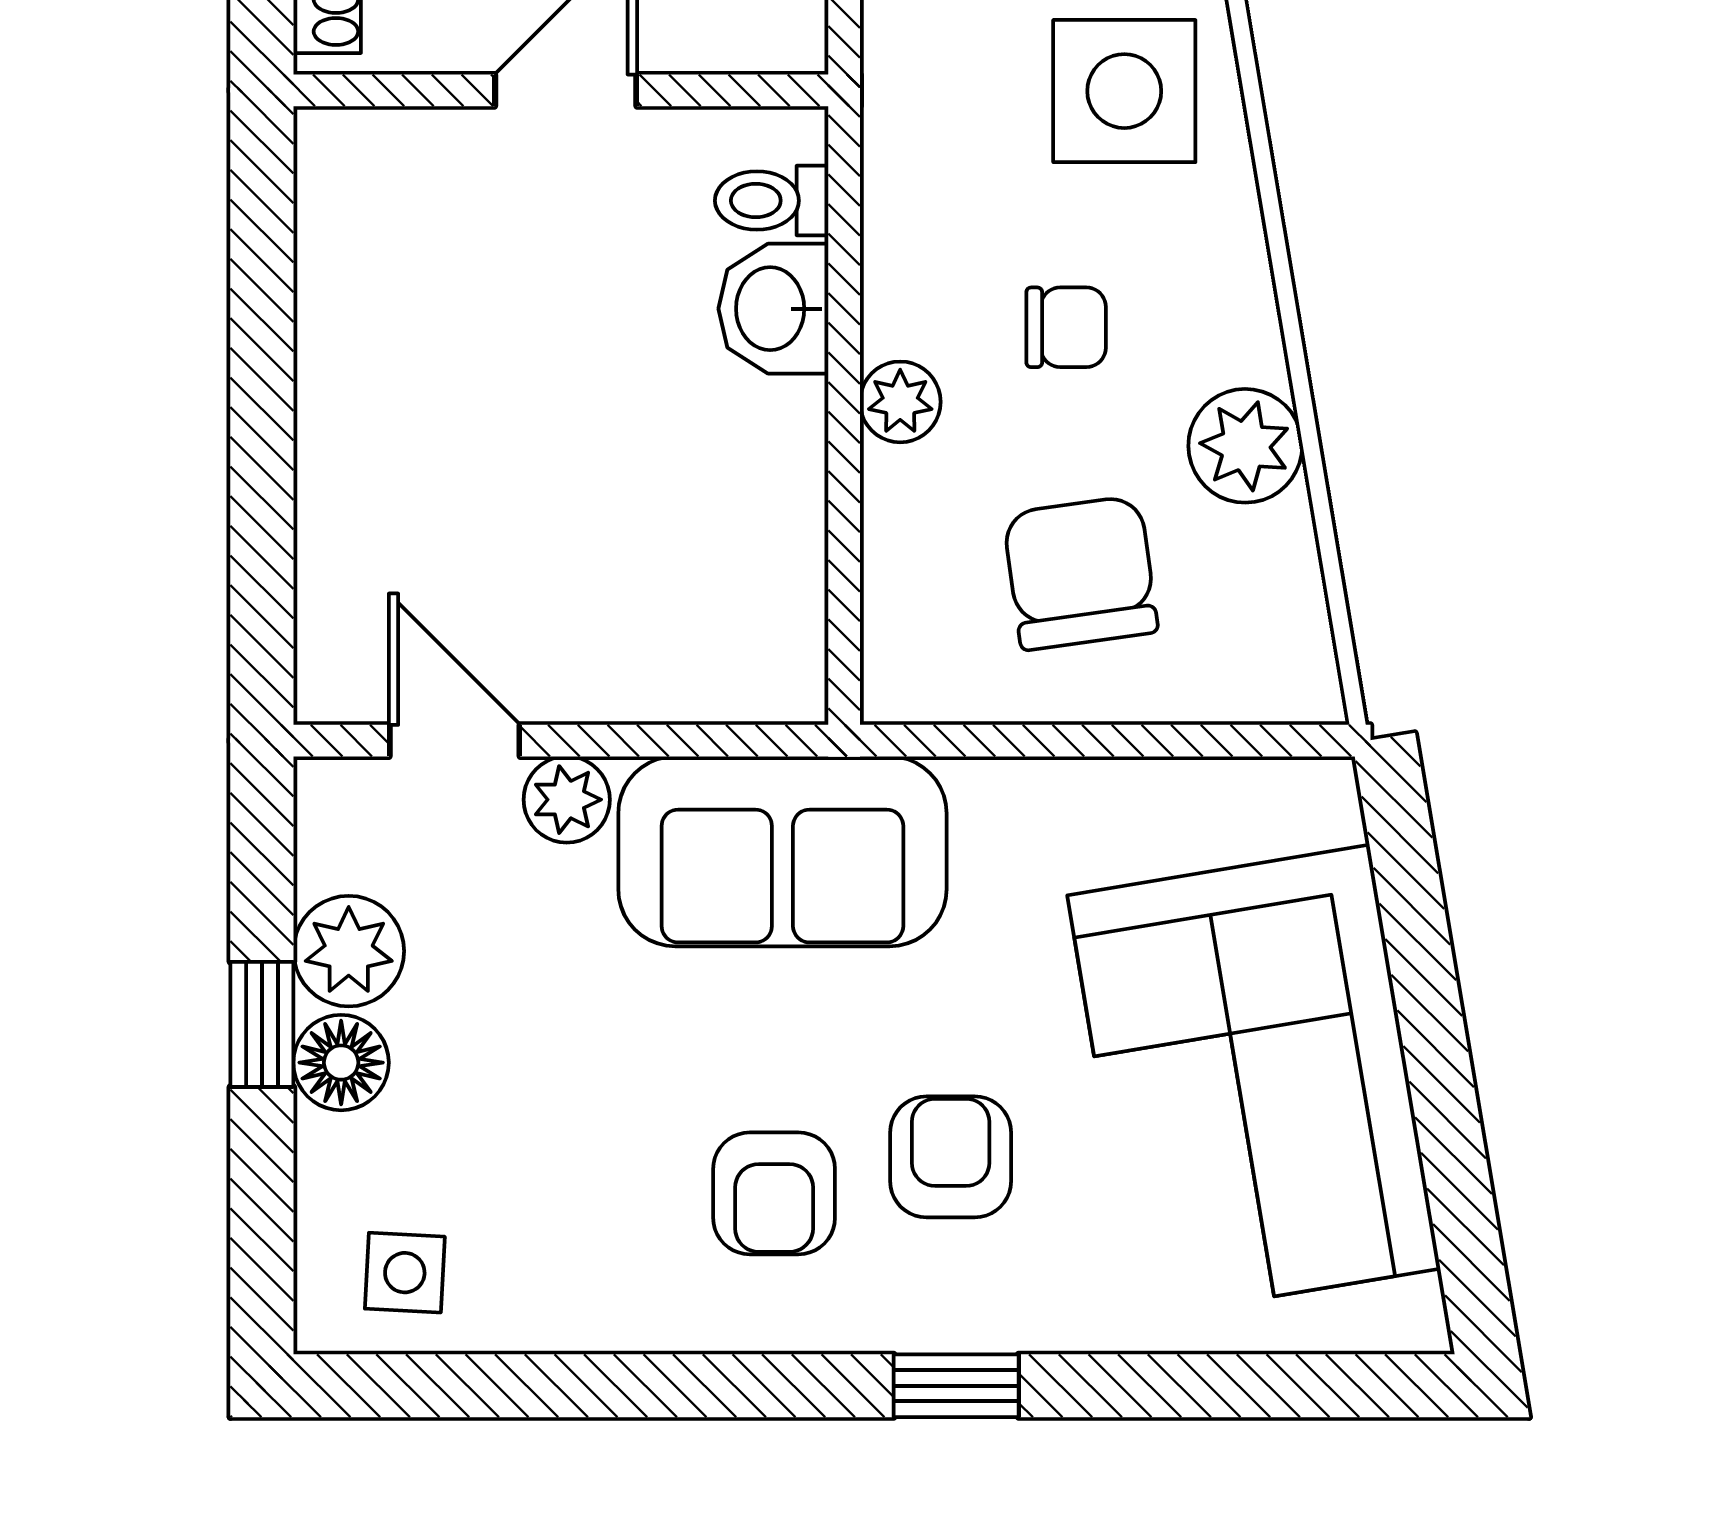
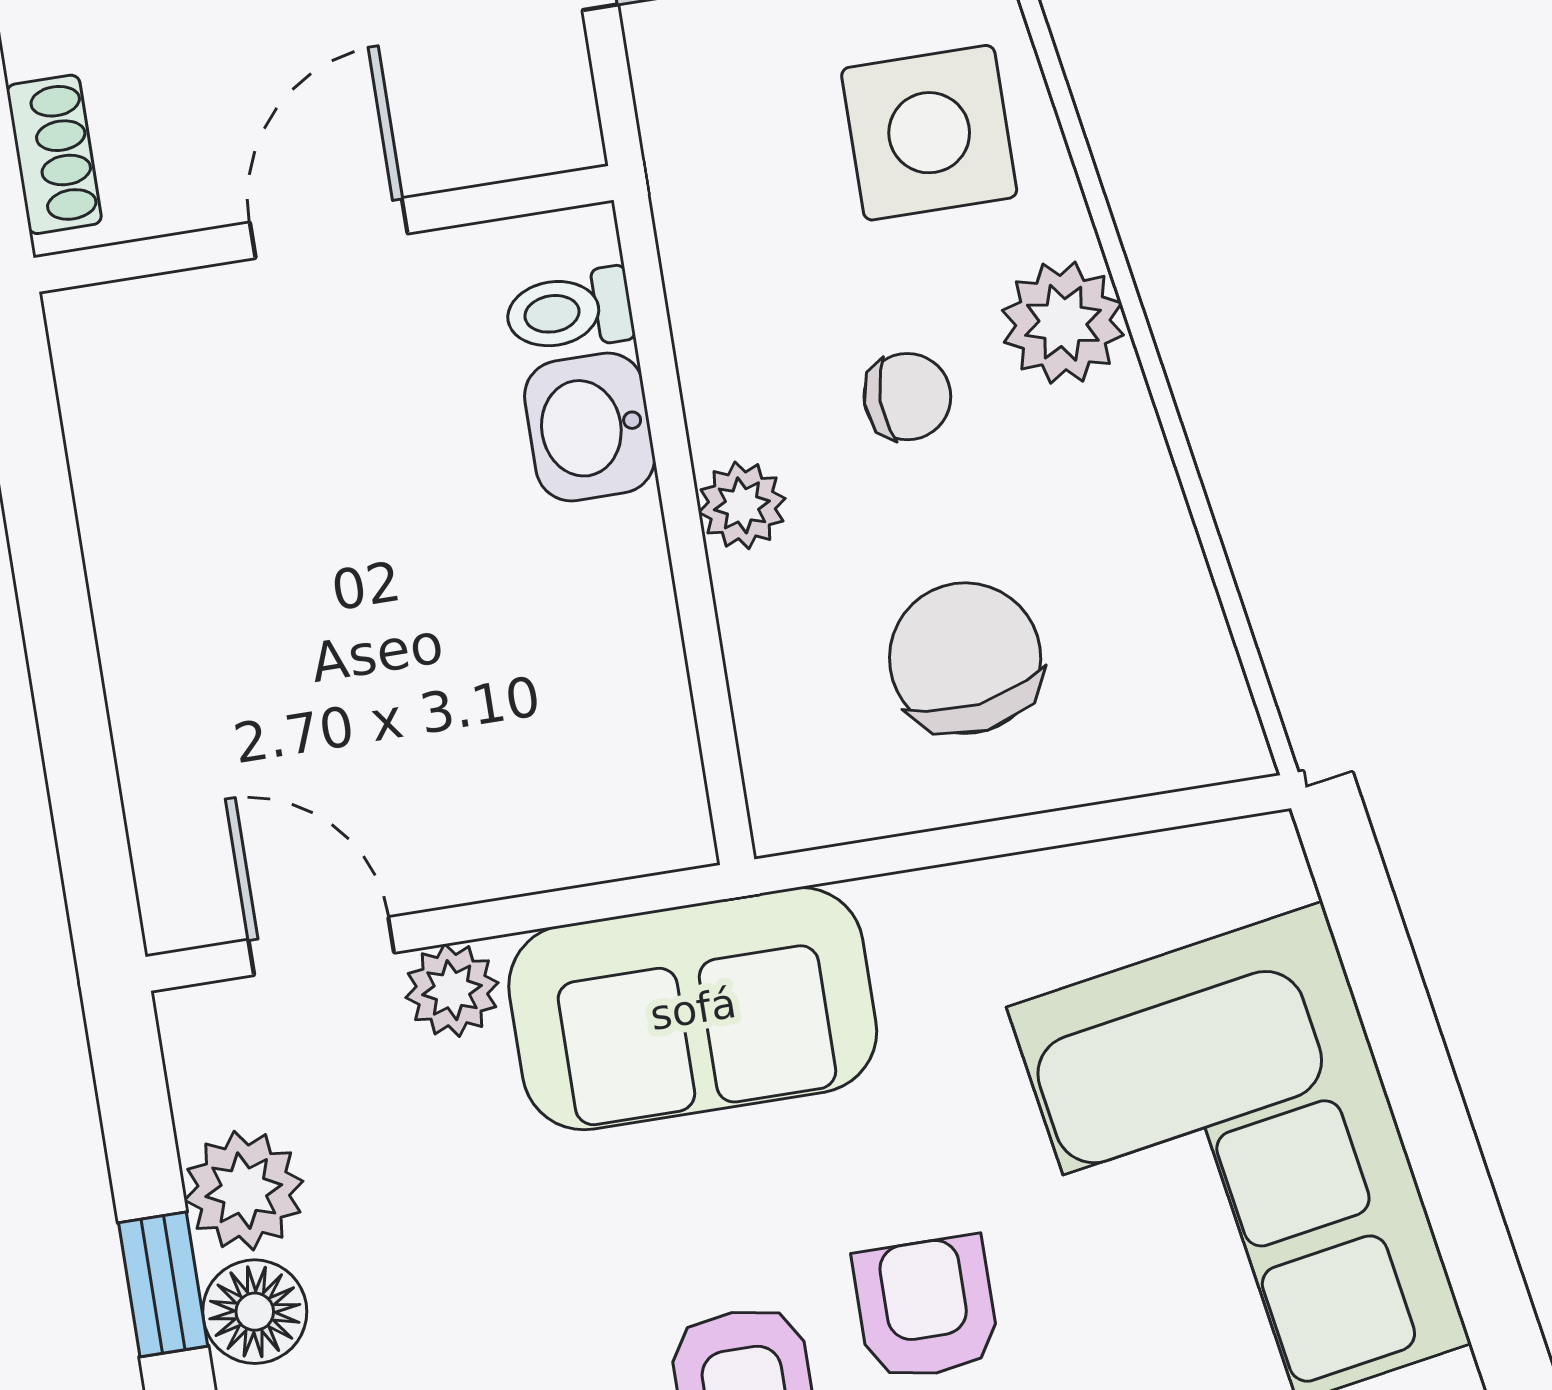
plant: (1245, 446) -> (1063, 323), moved

